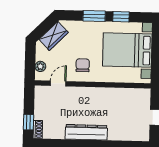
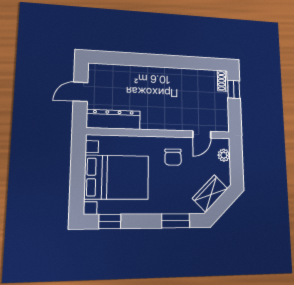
window: (94, 16) -> (176, 221), moved
window: (121, 17) -> (110, 221), moved
dresser: (86, 132) -> (113, 119), moved, turned 180

